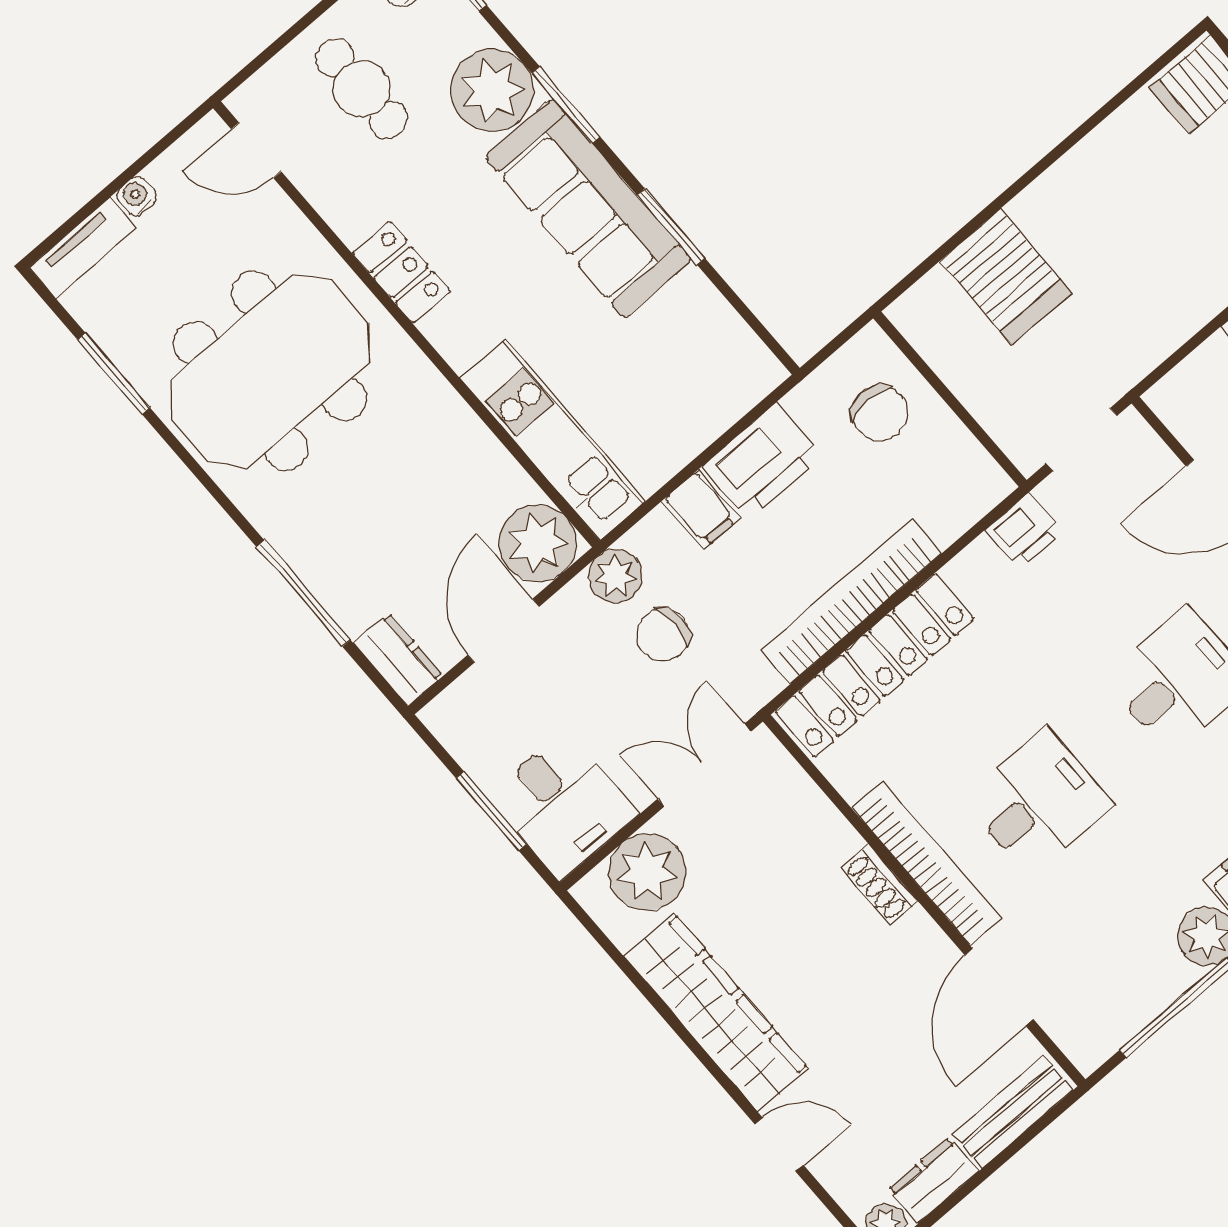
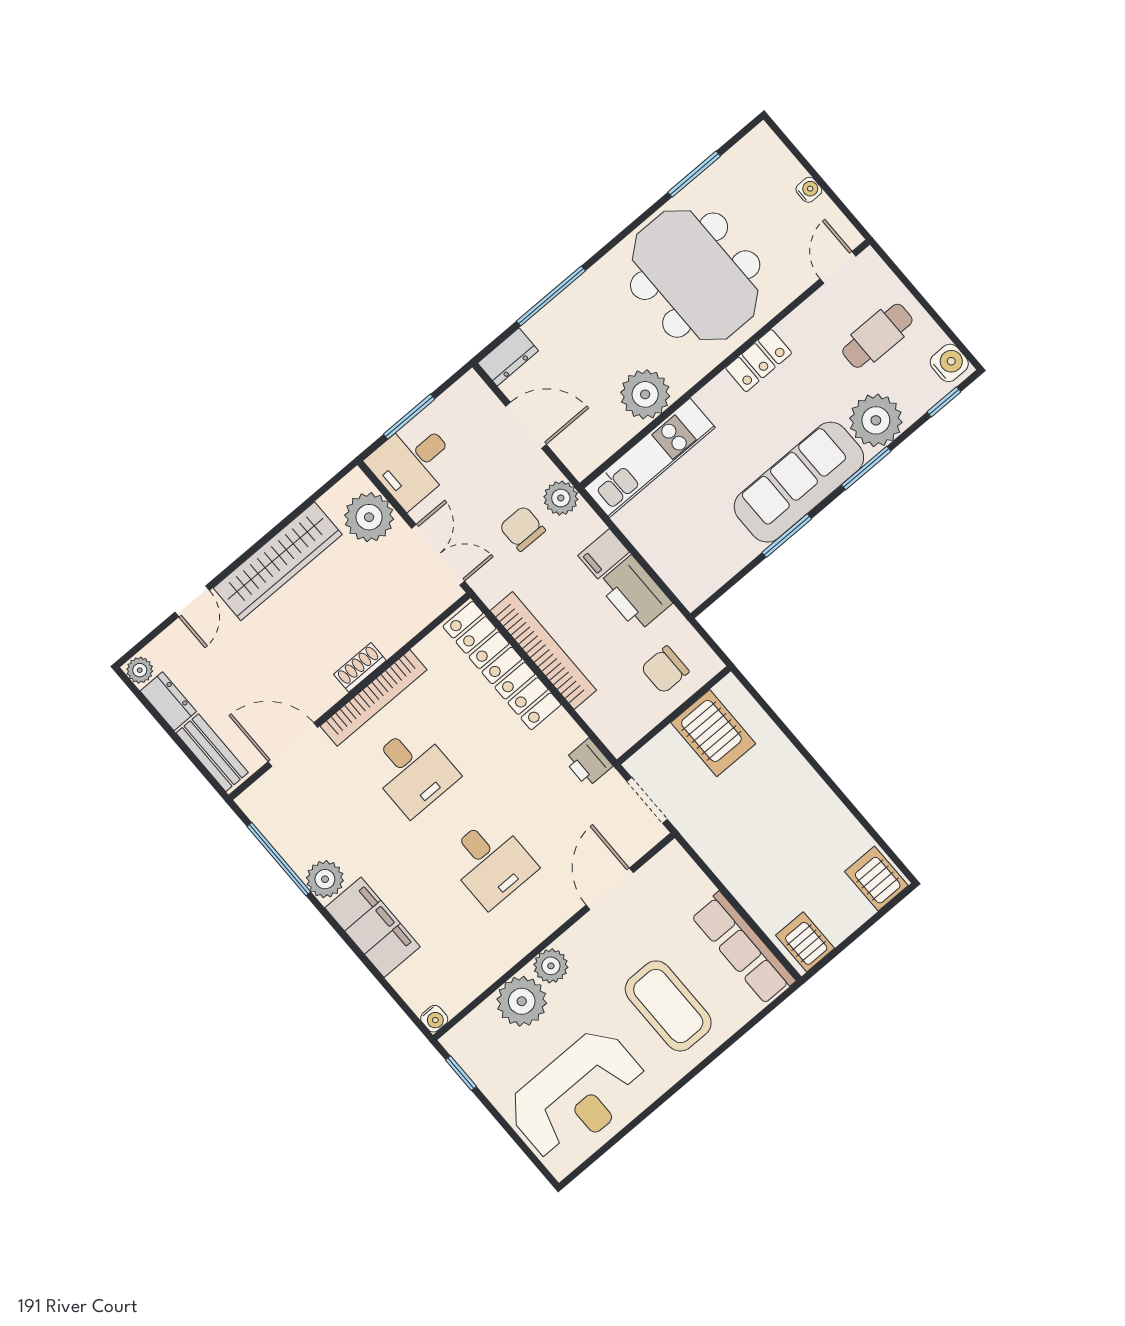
tv unit: (83, 248) -> (776, 155), removed
server rack: (1006, 277) -> (713, 733), moved, turned -90
plant: (538, 543) -> (645, 394), moved

